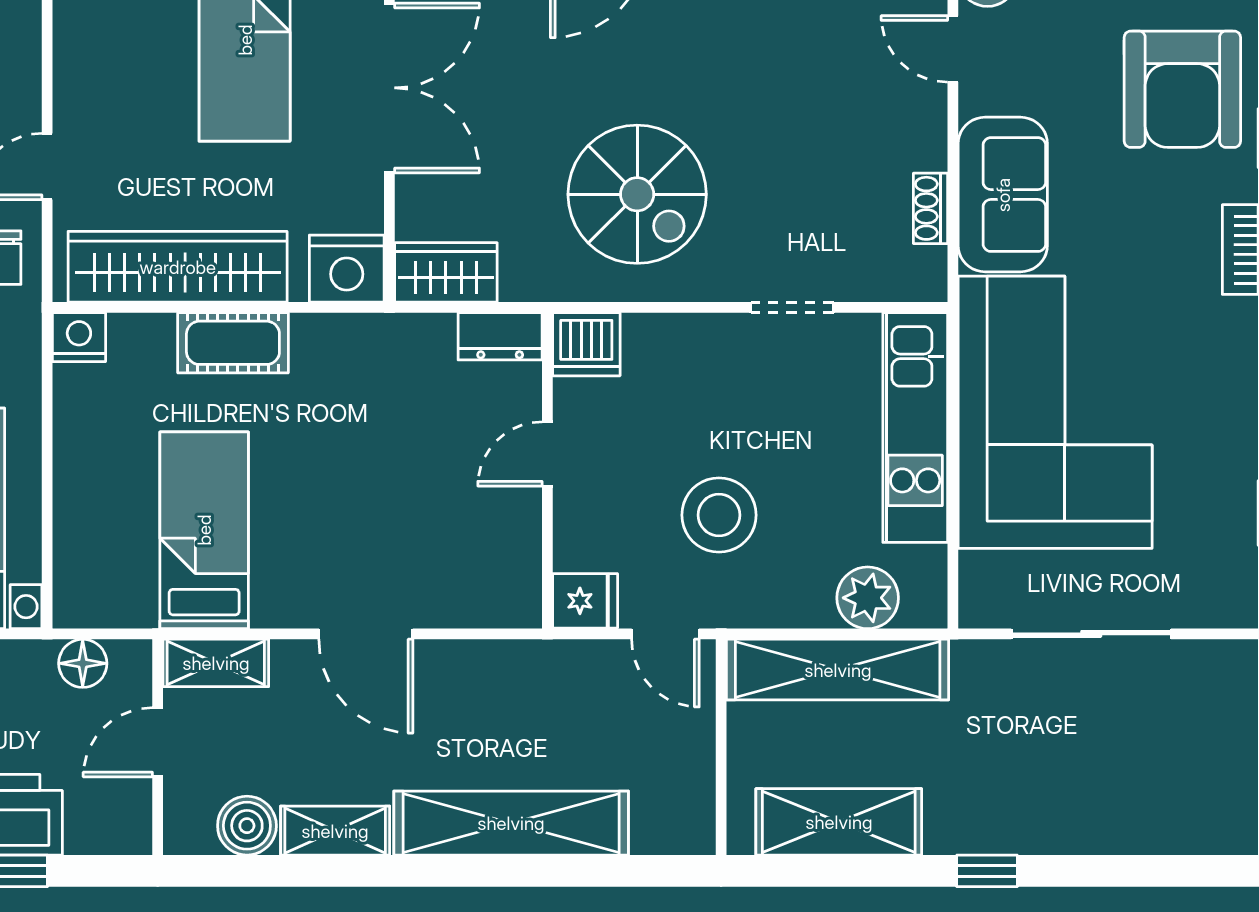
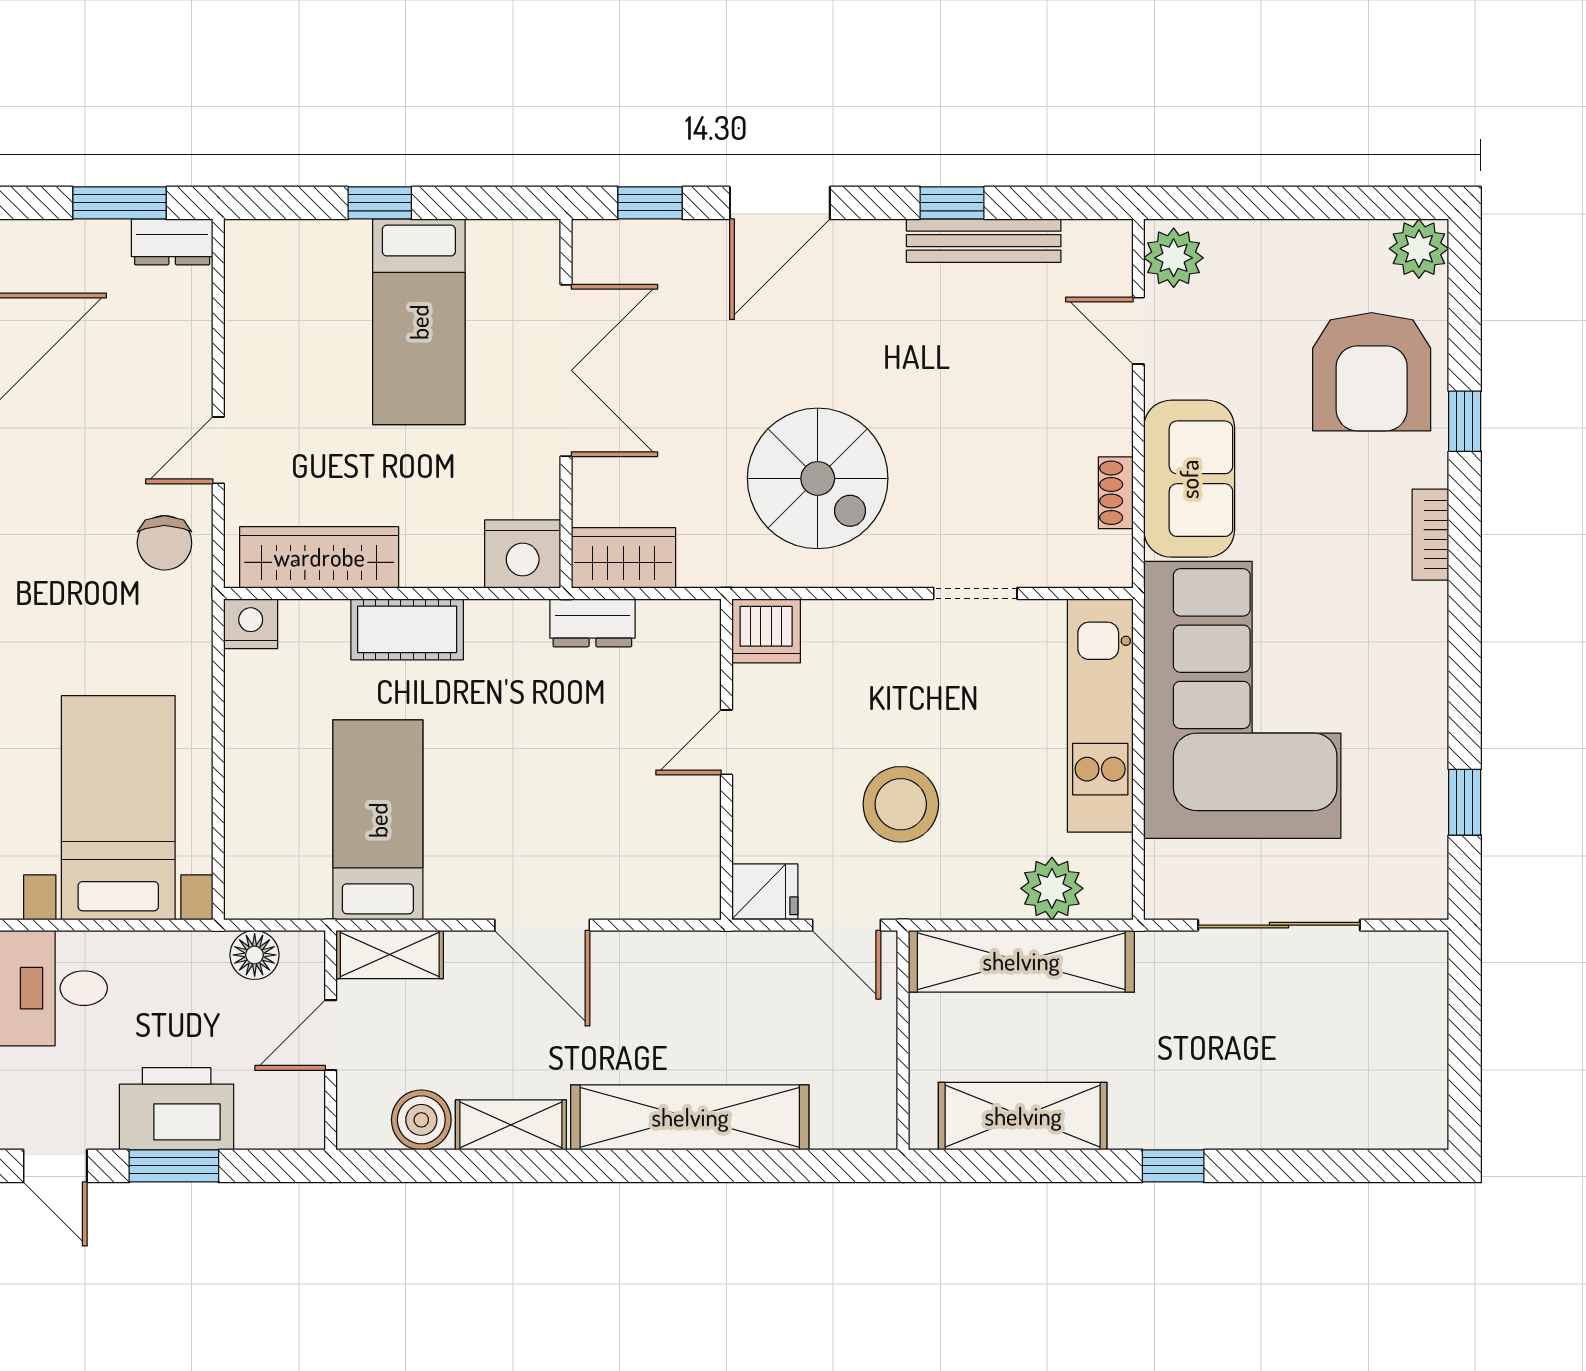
wardrobe: (178, 267) -> (319, 557), width x0.71, depth x0.85
dresser: (500, 336) -> (592, 623), moved

